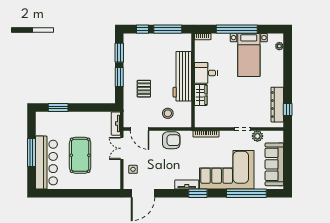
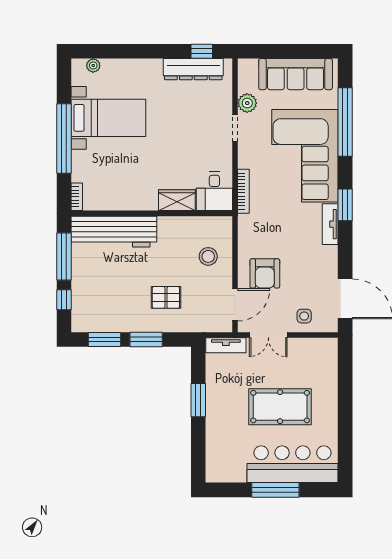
desk: (206, 73) -> (214, 191), moved
workbench: (182, 76) -> (114, 232), moved
window: (58, 108) -> (198, 400), moved
armchair: (171, 140) -> (265, 273), moved, turned 180

